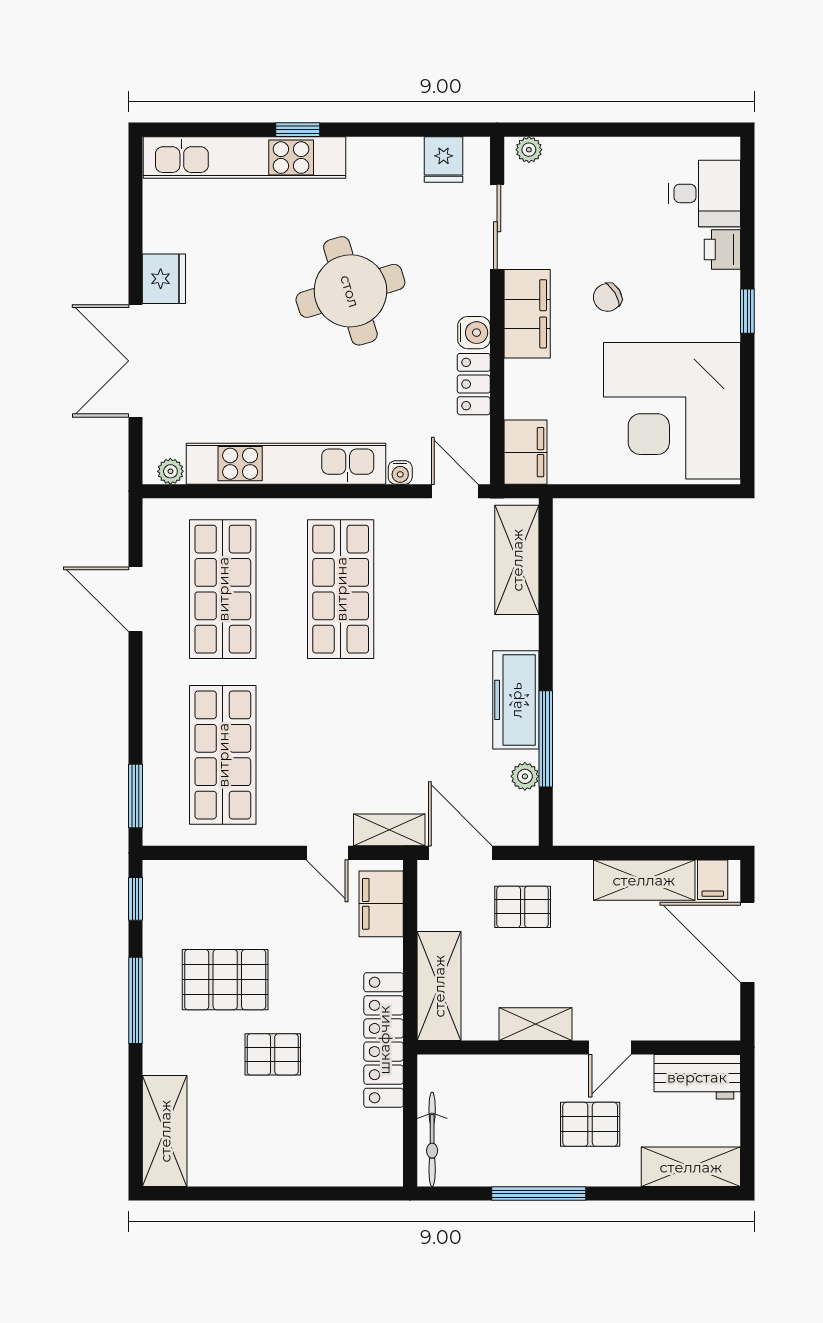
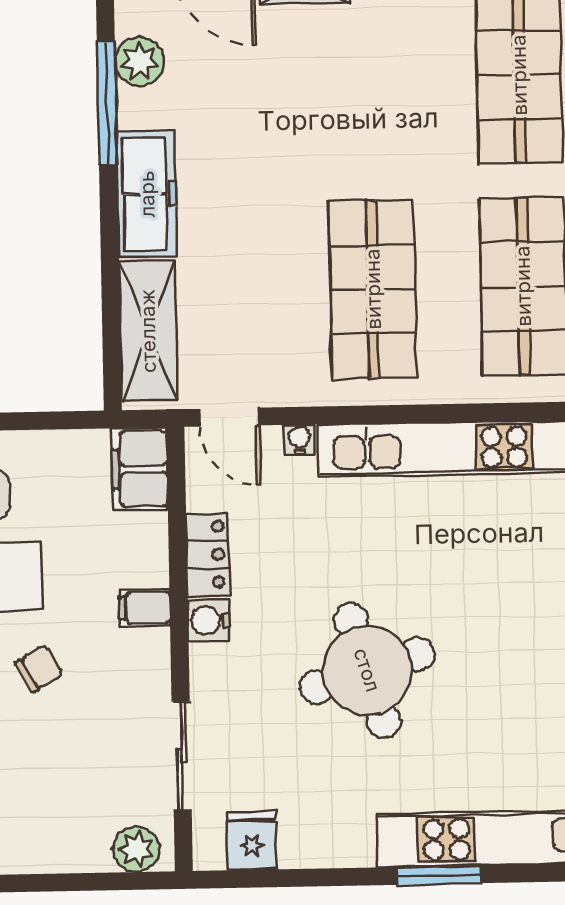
window: (298, 130) -> (439, 875), width x1.50
plant: (529, 150) -> (137, 849), width x1.38, depth x1.38
filing cabinet: (527, 314) -> (145, 608), width x0.33, depth x0.86
freezer: (516, 700) -> (147, 194), moved
plant: (525, 776) -> (139, 61), width x1.38, depth x1.38

